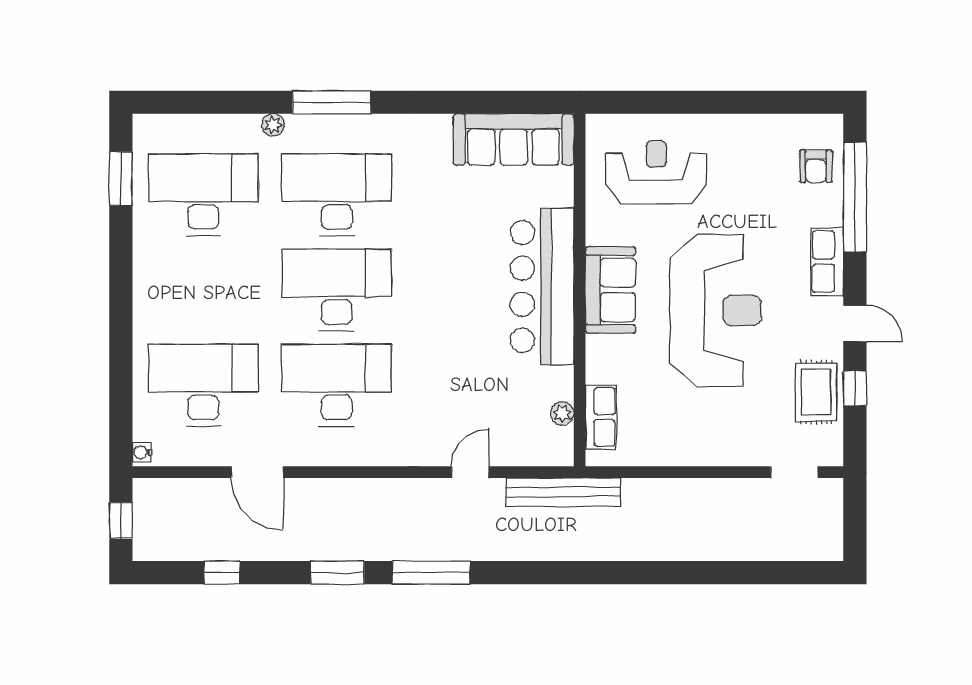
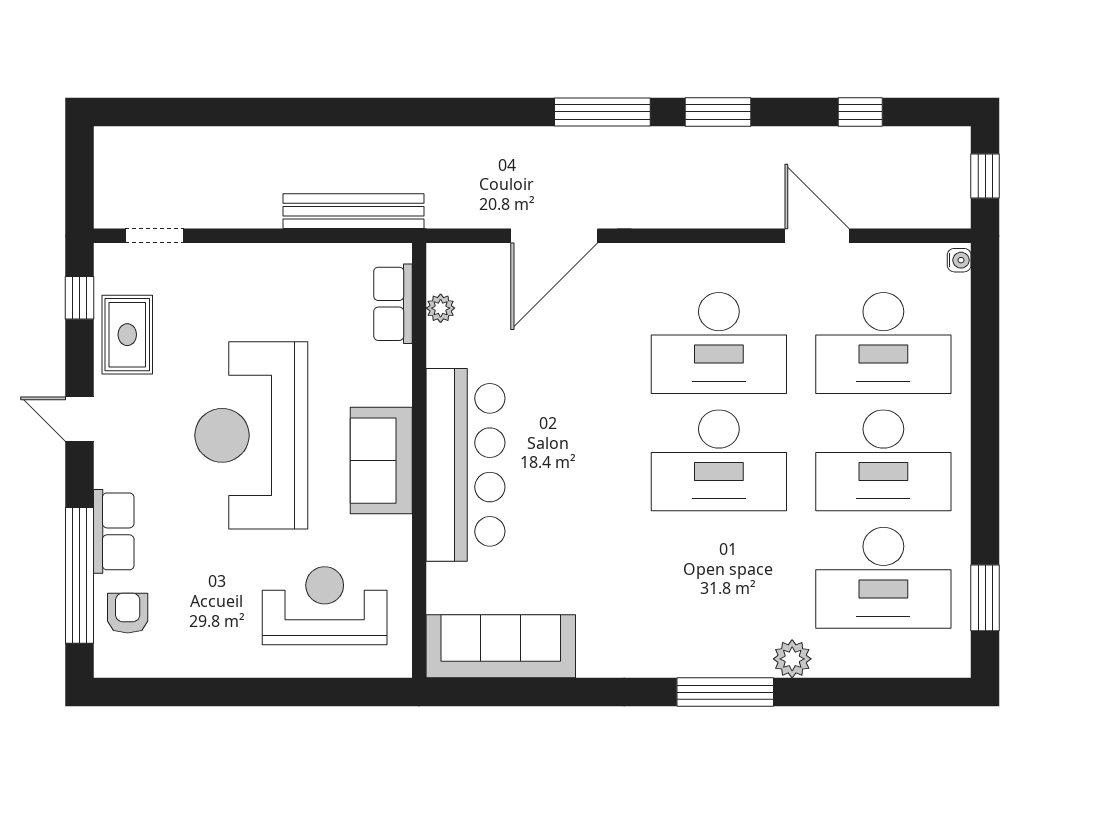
plant: (273, 125) -> (792, 659), width x1.38, depth x1.38
reception desk: (656, 172) -> (325, 606), turned 180
desk: (337, 195) -> (883, 460), moved
row of seats: (827, 262) -> (114, 531), moved
window: (855, 388) -> (80, 298), moved
door: (470, 472) -> (554, 236), width x1.88
bench: (564, 492) -> (353, 211), moved

